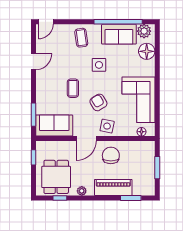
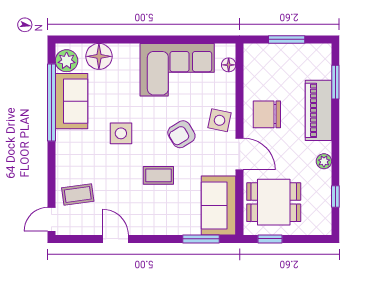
door: (46, 22) -> (52, 219), swing flipped
coffee table: (81, 38) -> (78, 195), moved
dining table: (56, 177) -> (274, 202), moved

